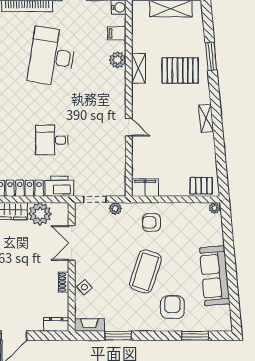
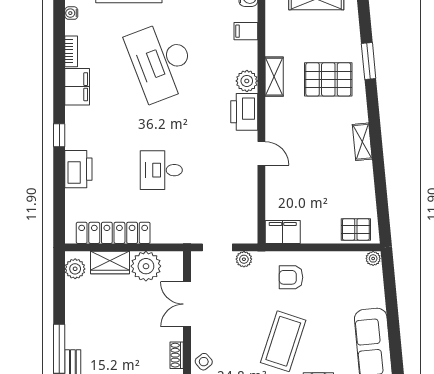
desk: (52, 57) -> (161, 61), turned -30
plant: (118, 60) -> (247, 81), moved
printer: (59, 186) -> (244, 112), moved, turned -90

